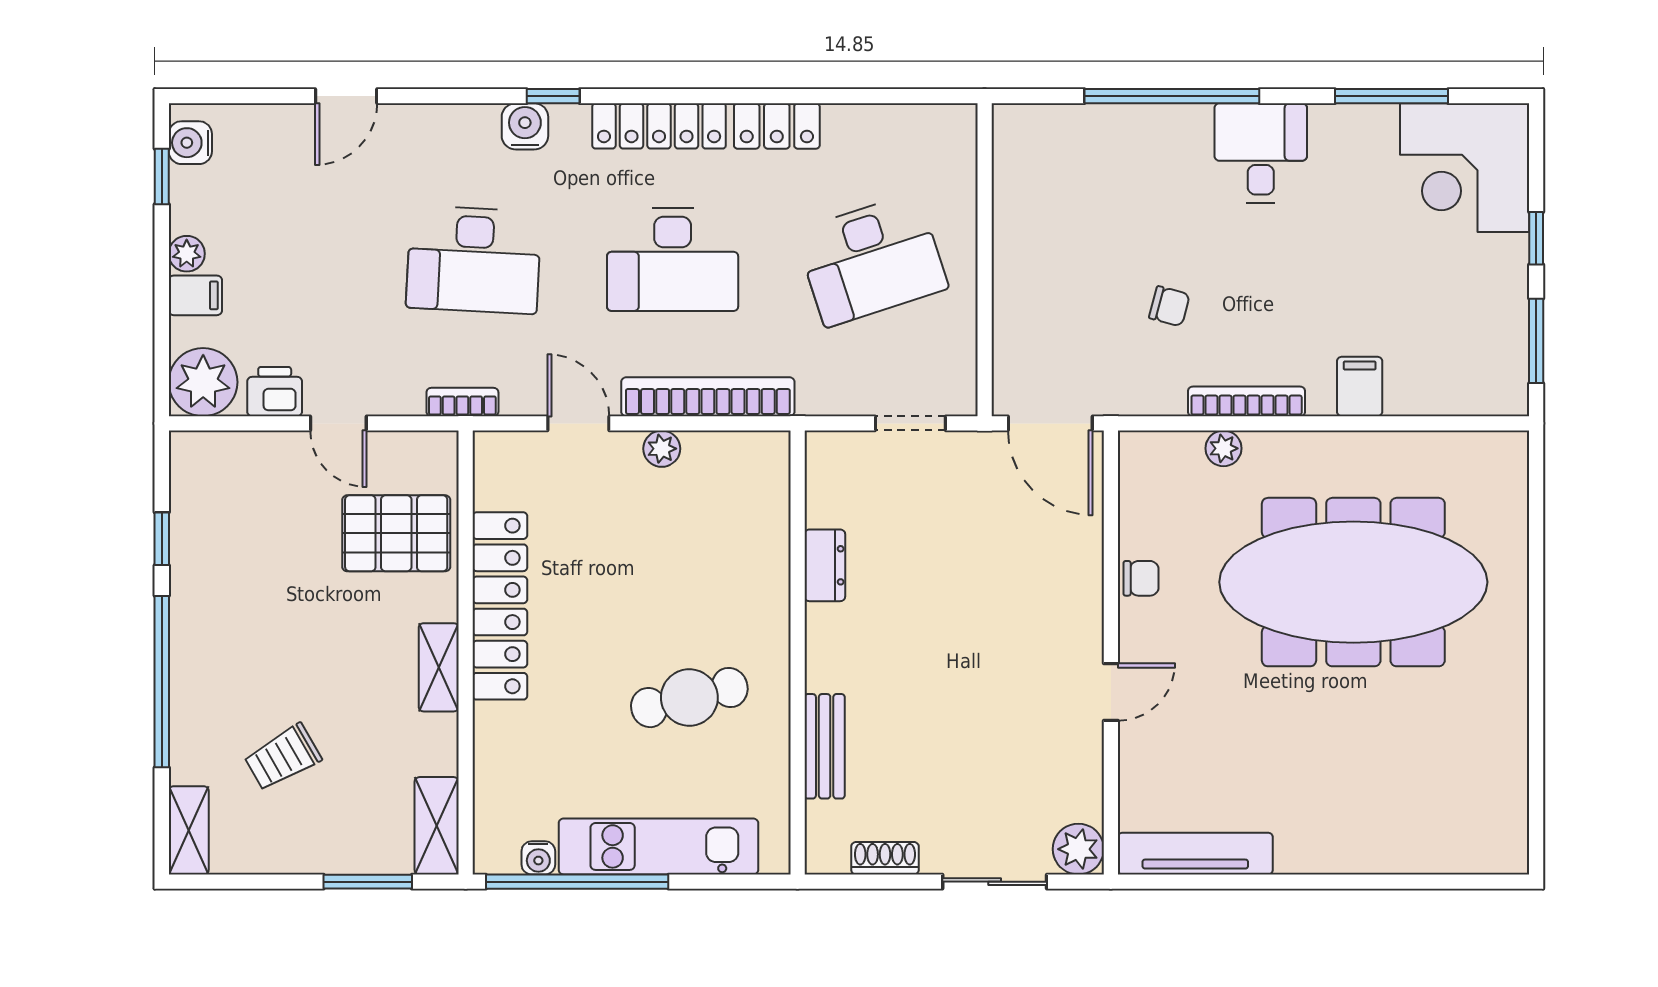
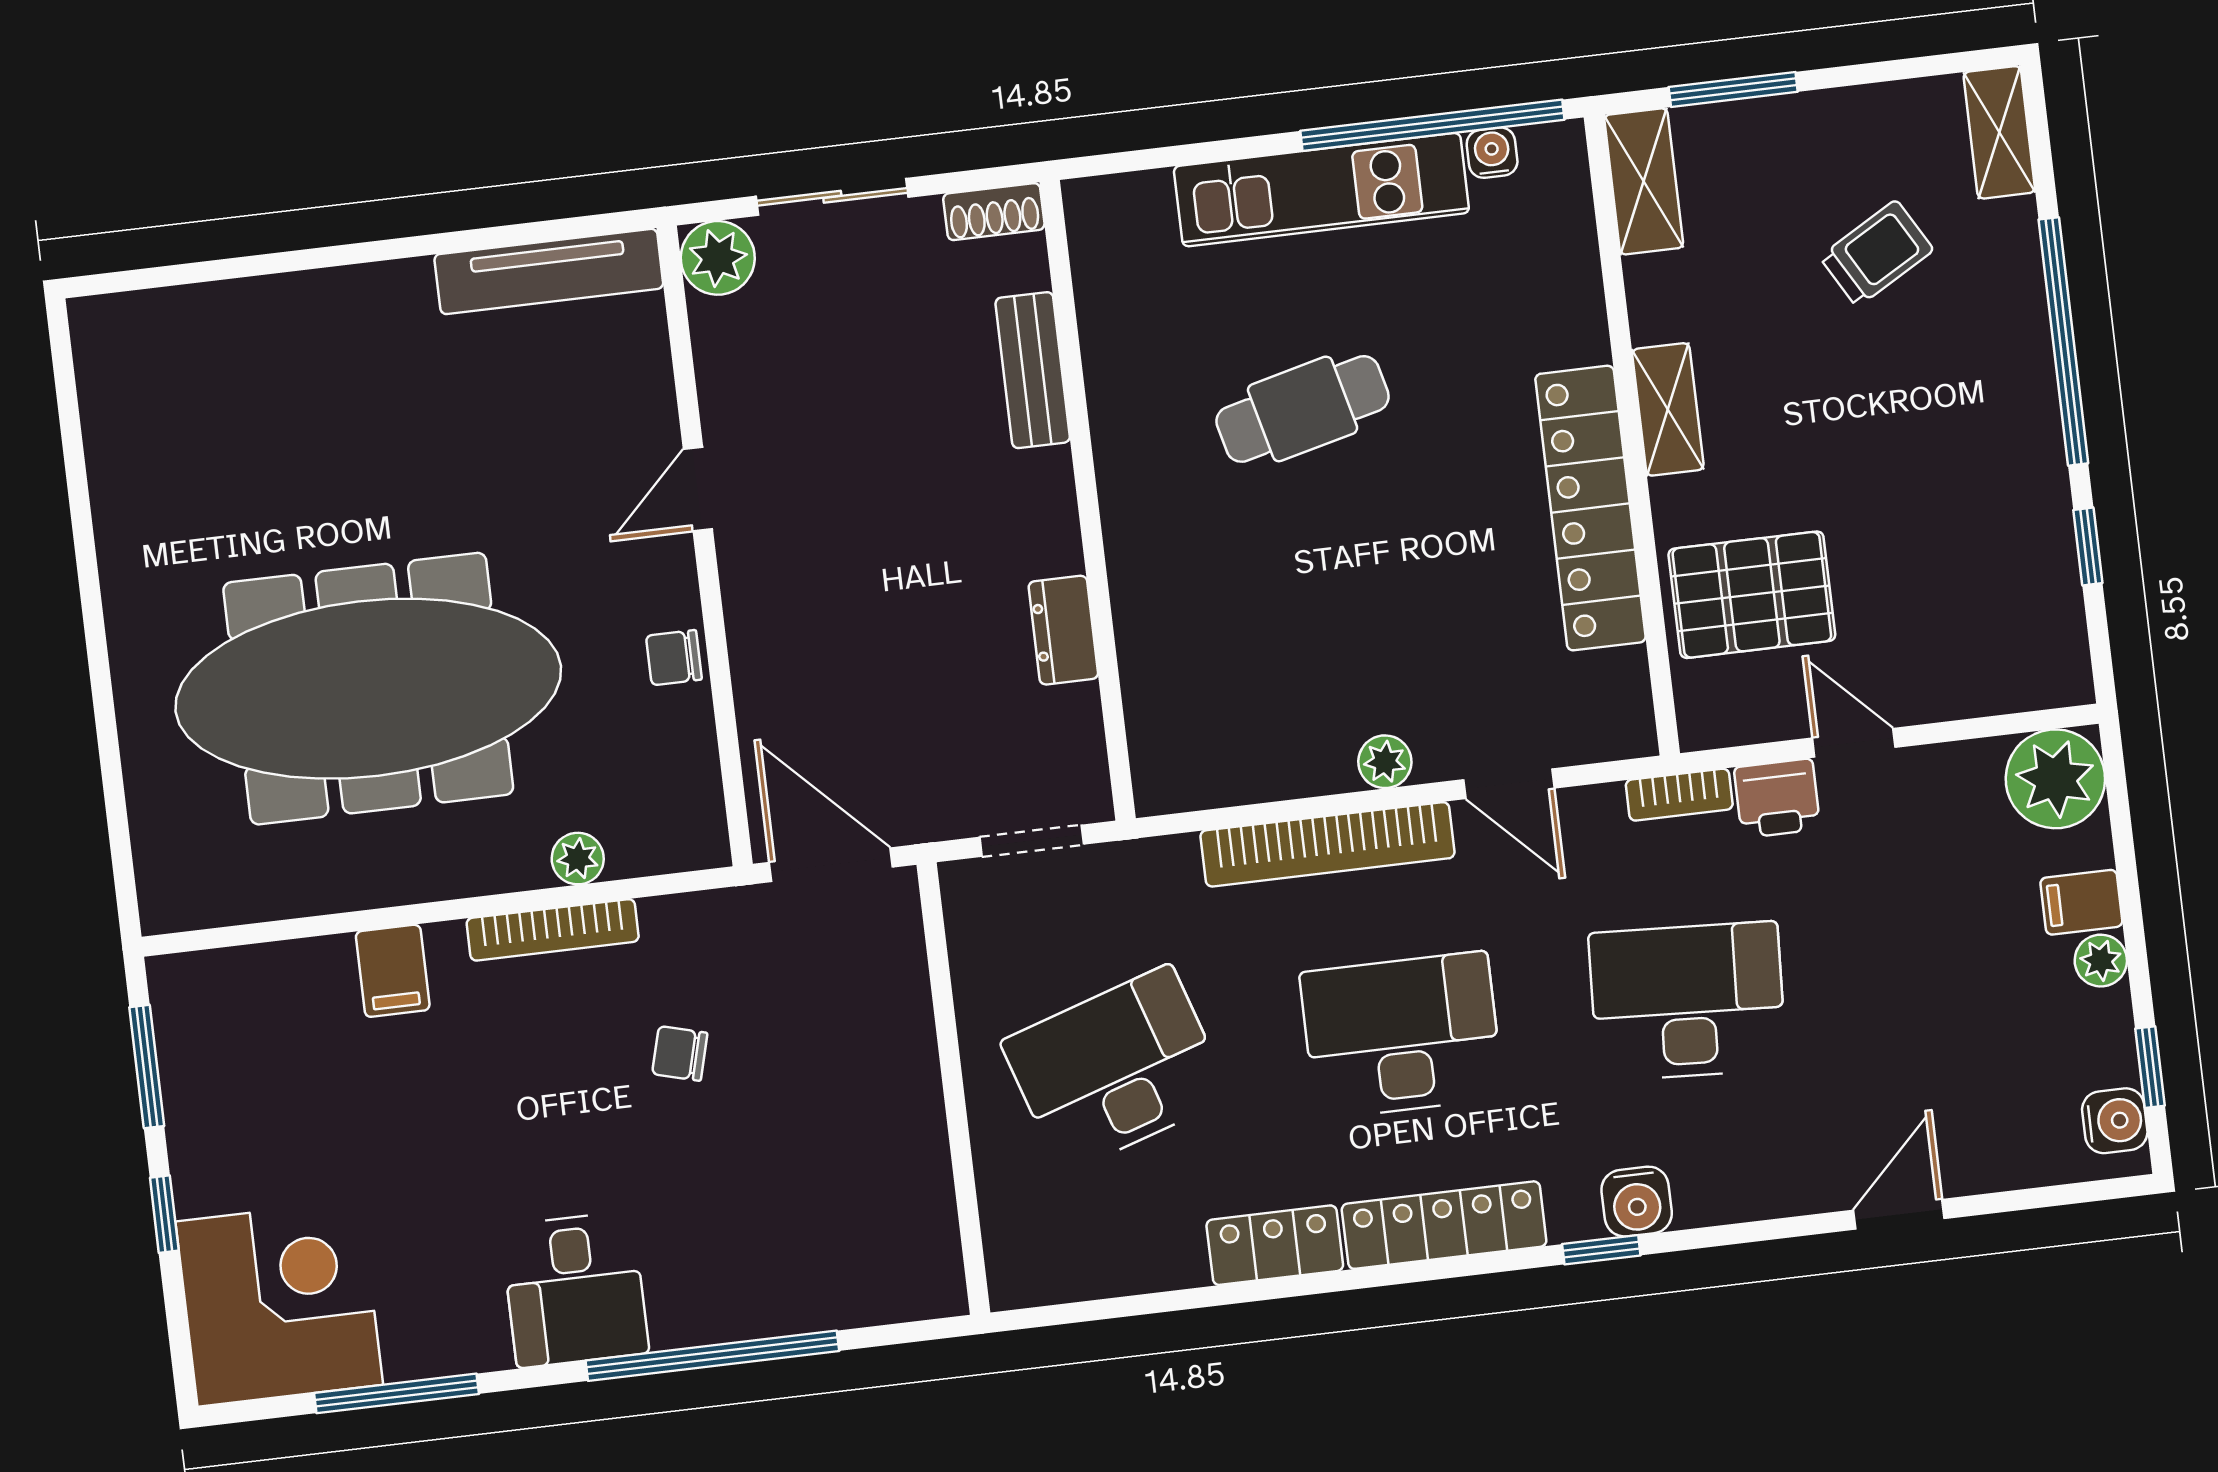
printer: (275, 392) -> (1777, 798), moved
dresser: (825, 565) -> (1063, 630), moved
wall: (798, 652) -> (1088, 500), moved
bench: (825, 746) -> (1033, 370), moved

